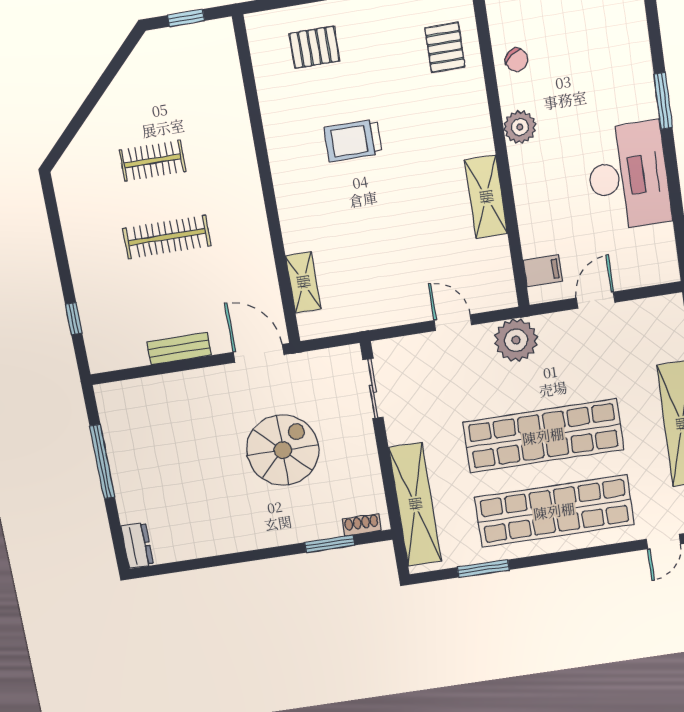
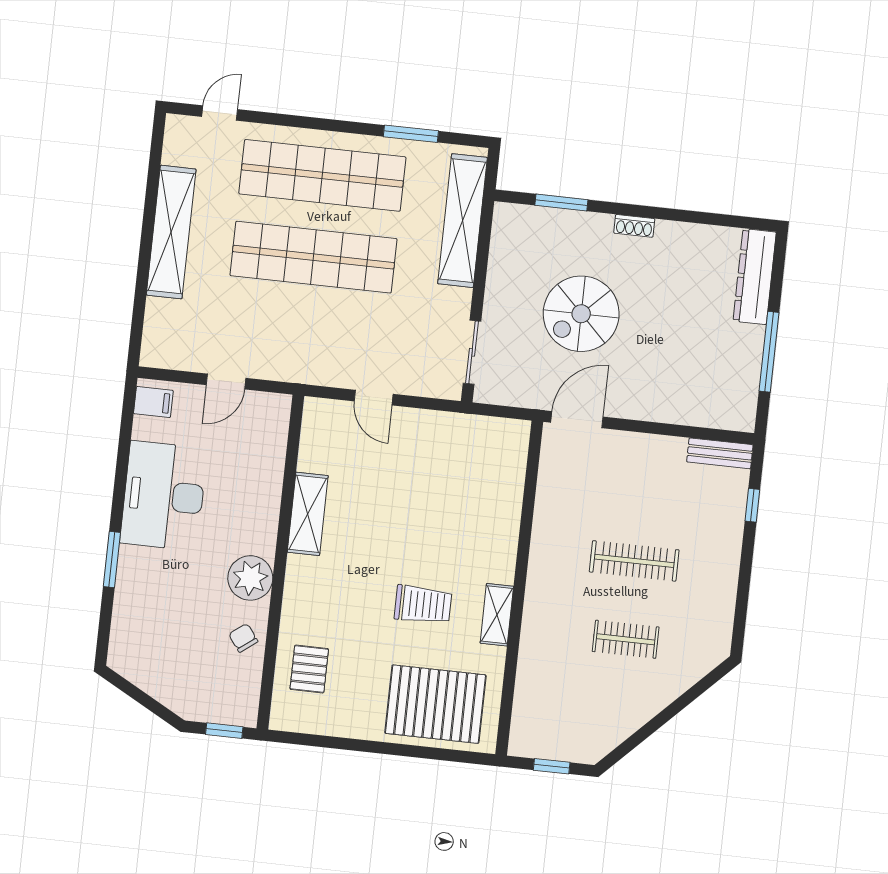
pallet: (314, 47) -> (435, 704), width x2.05, depth x2.00
plant: (520, 127) -> (250, 578), width x1.36, depth x1.36
filing cabinet: (543, 271) -> (153, 402), moved, turned 180
shelving: (303, 282) -> (497, 615), moved
plant: (516, 340) -> (315, 363), removed
bench: (179, 348) -> (720, 453), moved
door: (259, 353) -> (577, 420), swing flipped
shoe rack: (362, 525) -> (634, 226), moved
dresser: (137, 545) -> (755, 277), width x1.96, depth x1.24

